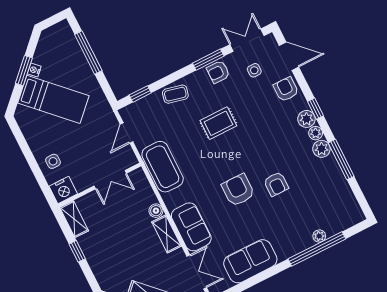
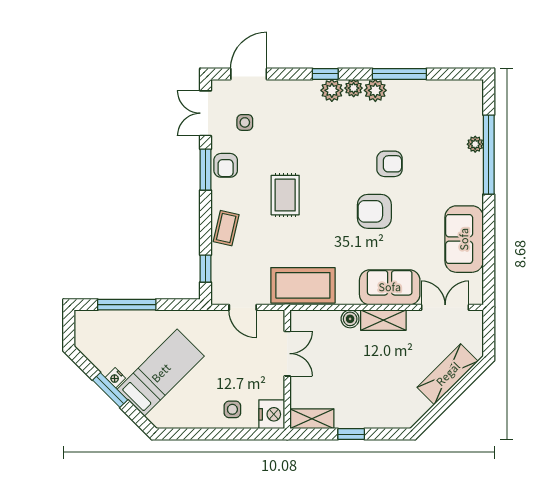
armchair: (286, 89) -> (285, 97), removed

